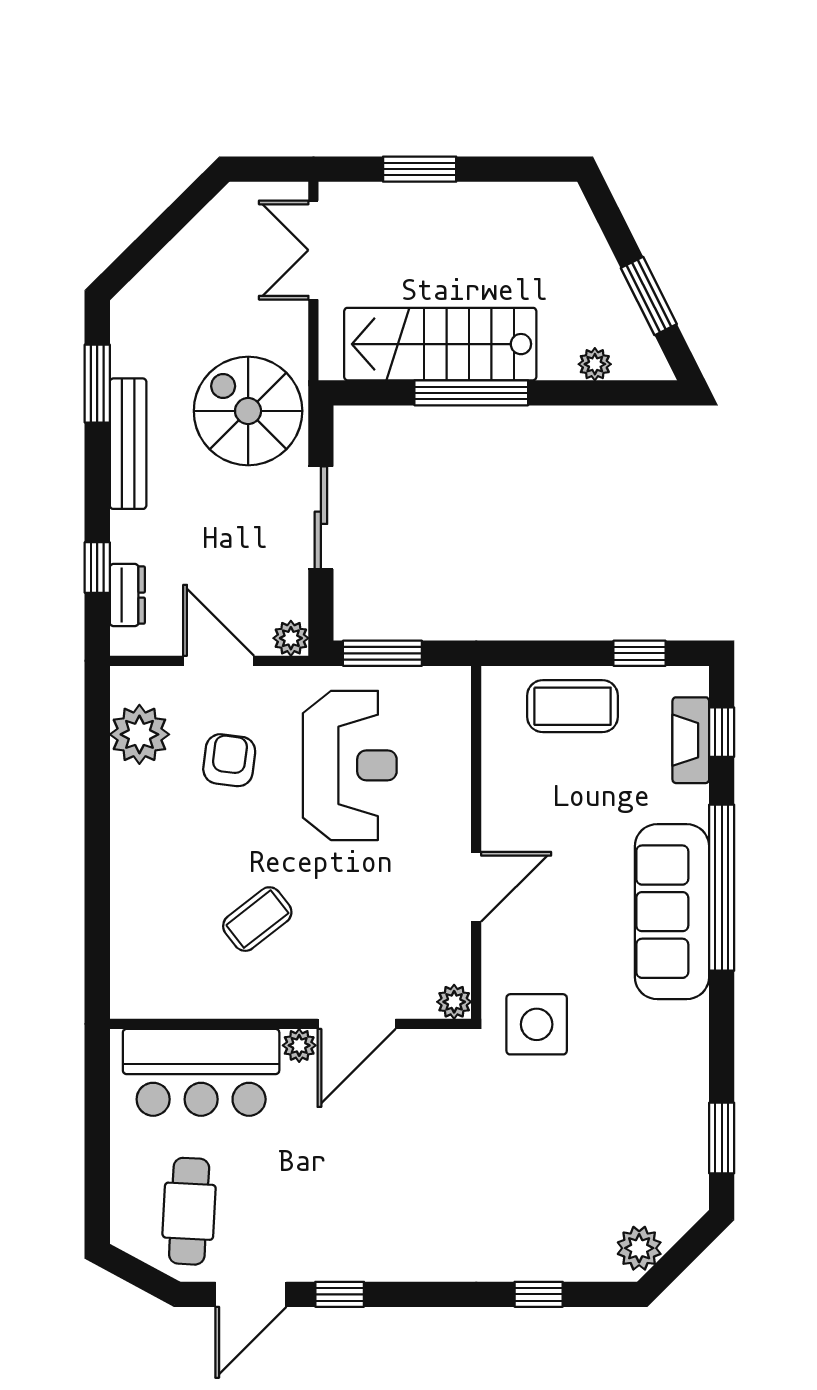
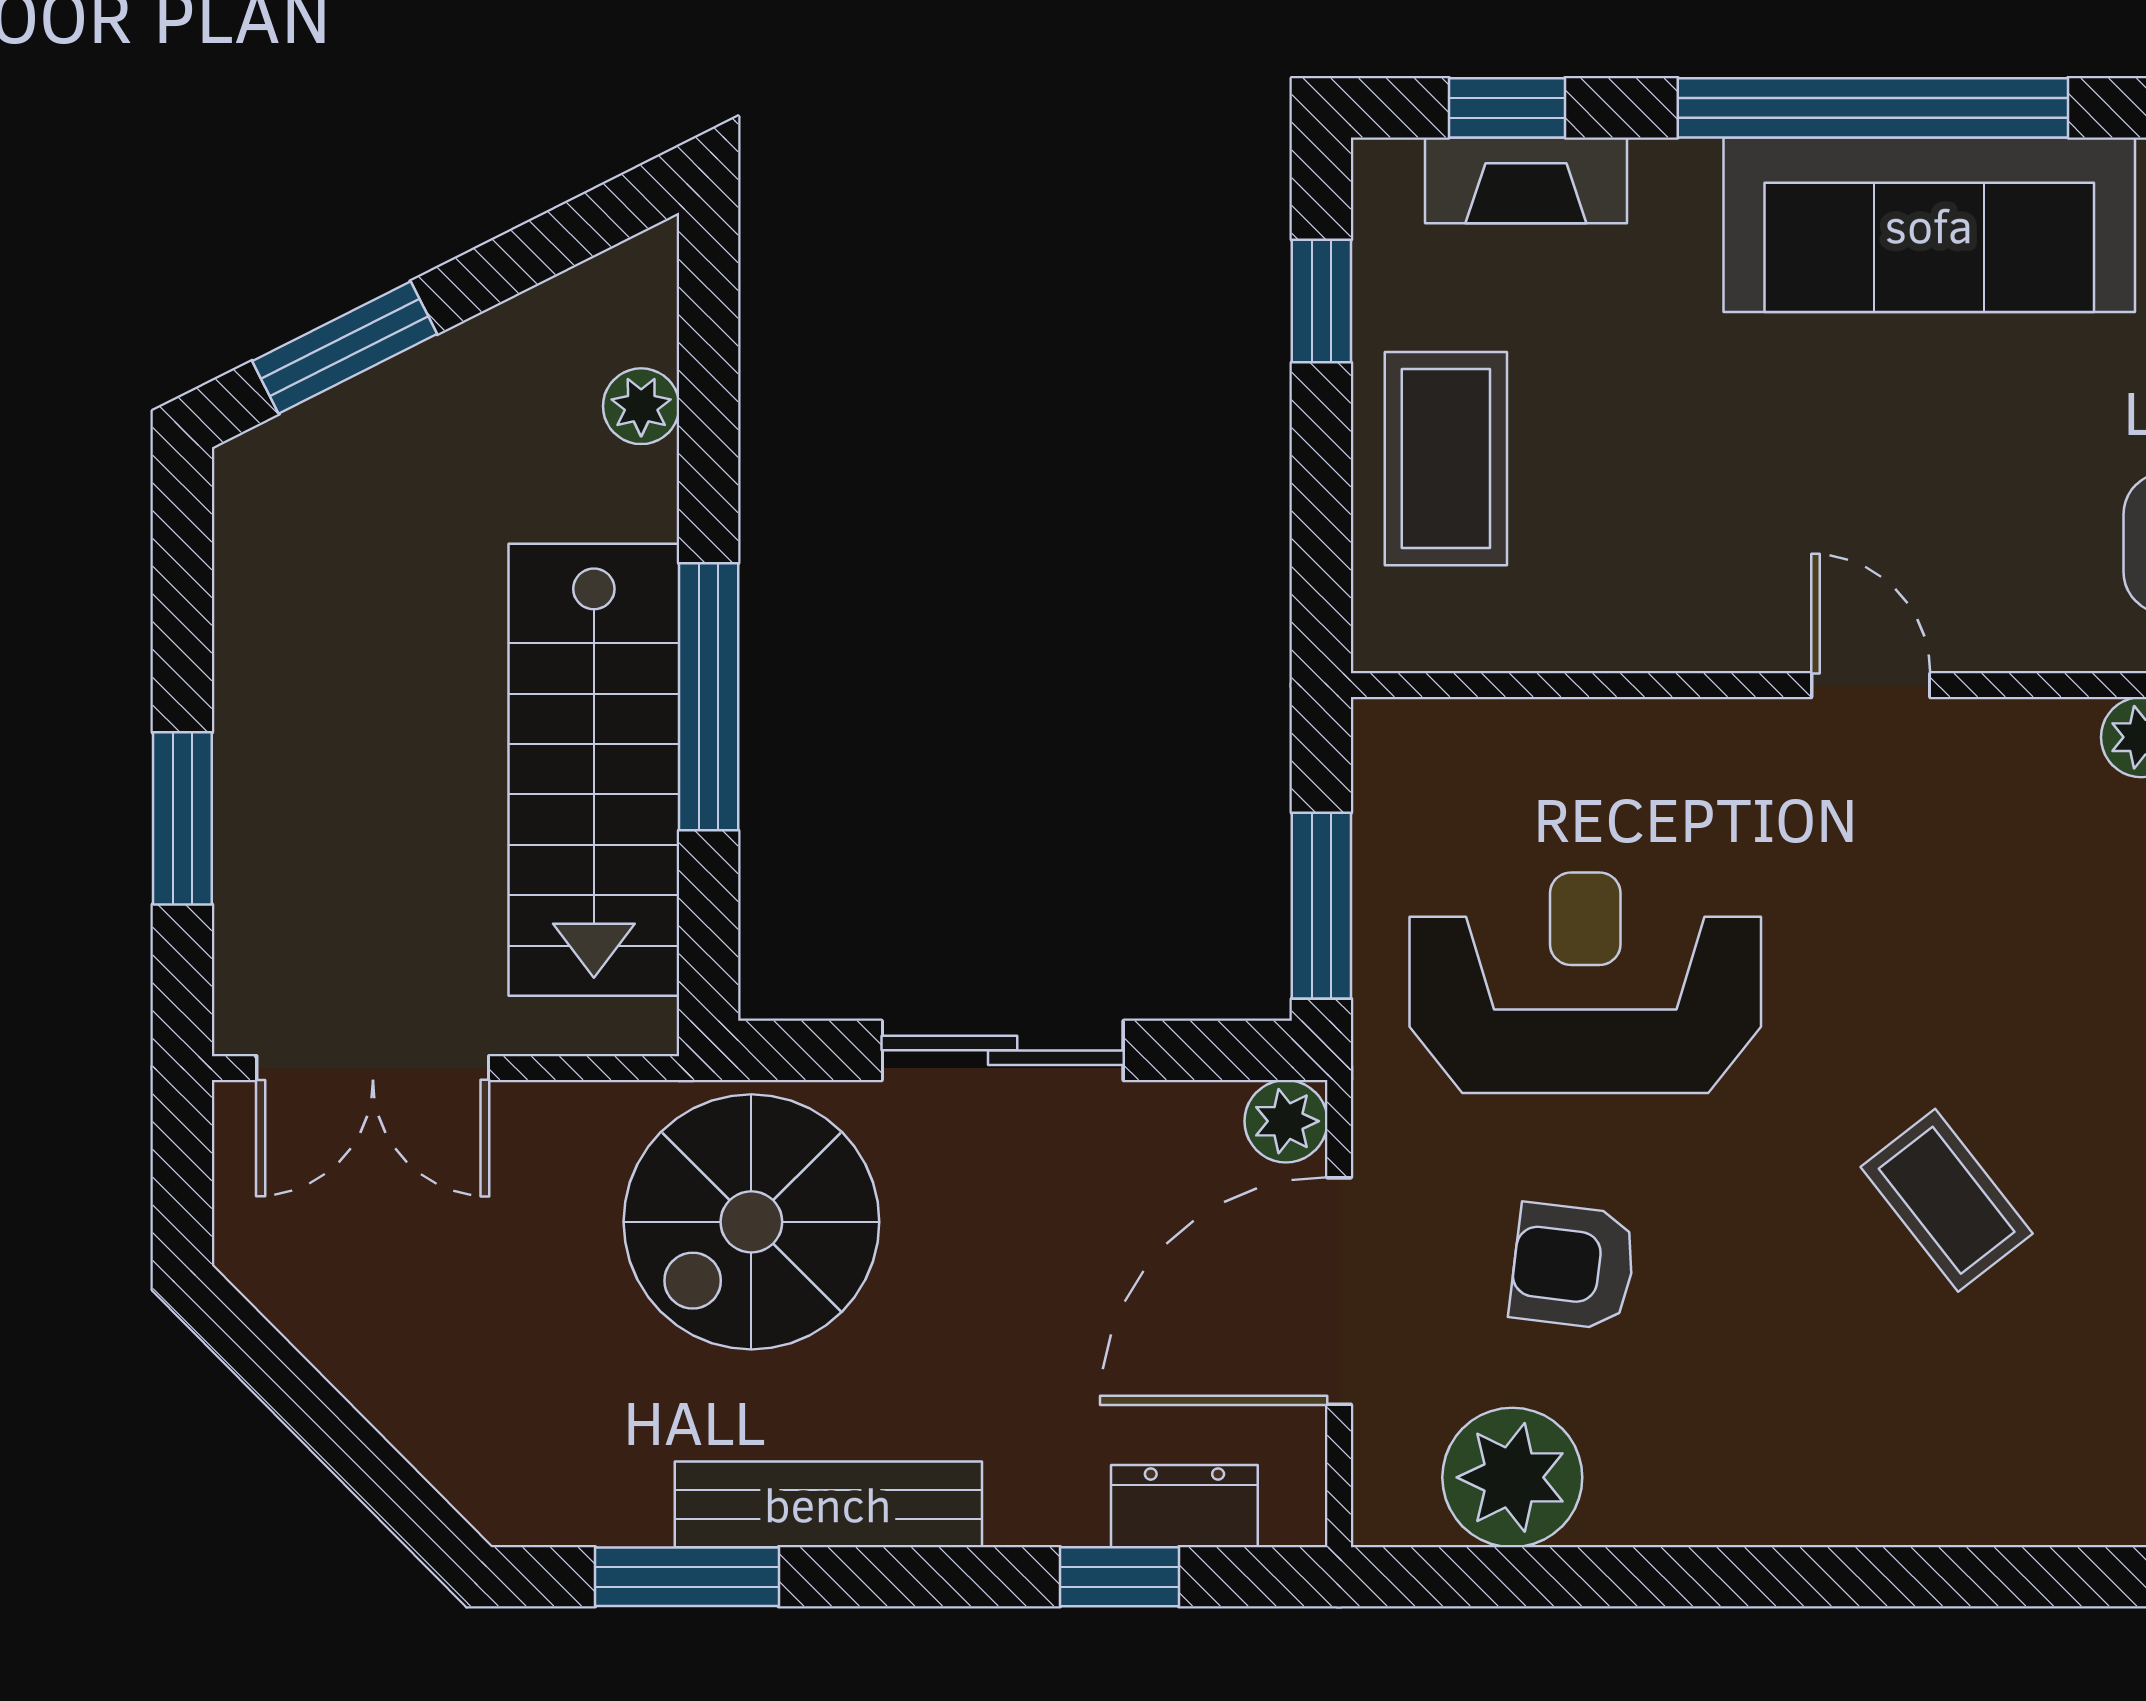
window: (649, 296) -> (345, 348), moved
door: (219, 661) -> (1339, 1291), width x1.36
door: (476, 887) -> (1871, 685), width x0.73

